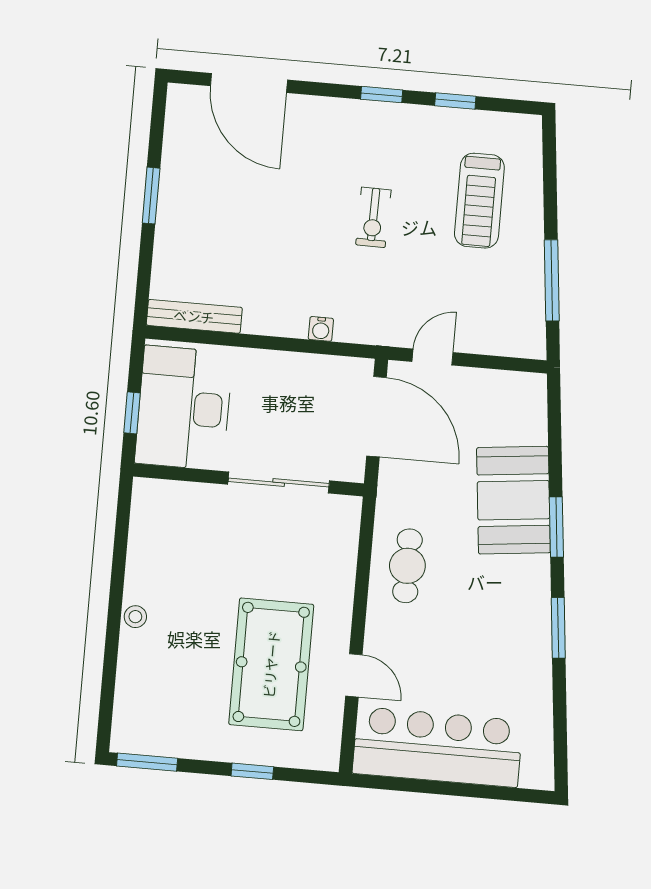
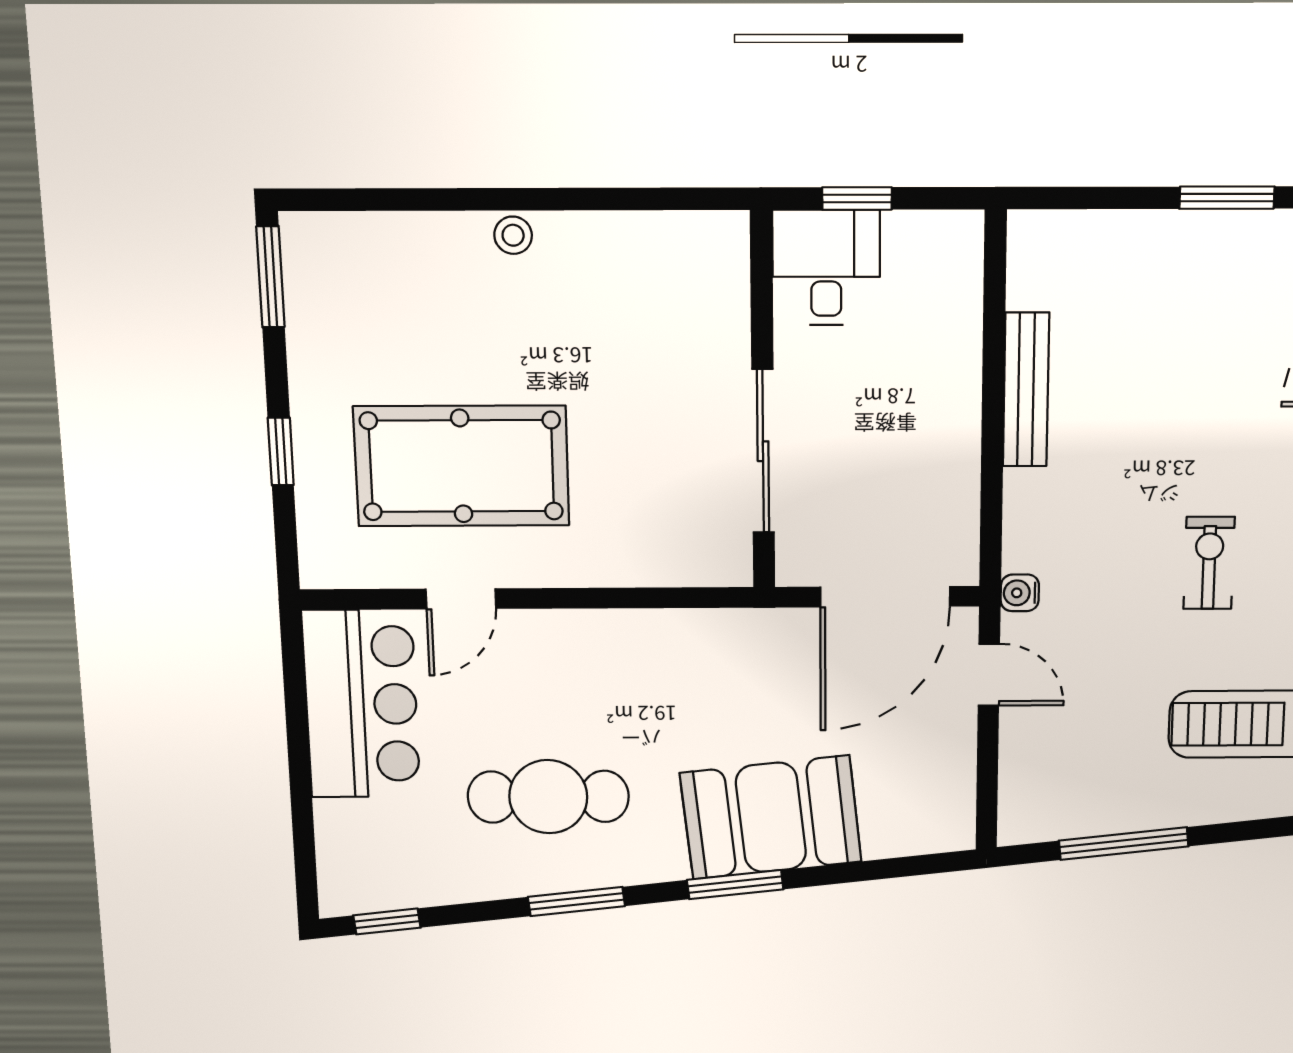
exercise bike: (373, 217) -> (1209, 563), turned 89
bench: (194, 316) -> (1026, 390), moved
water cooler: (321, 329) -> (1020, 593), moved
desk: (184, 408) -> (826, 268), width x0.53, depth x0.77
cafe table: (407, 566) -> (548, 797), moved, width x1.37, depth x1.35
bar counter: (438, 747) -> (361, 704), width x0.73
window: (561, 749) -> (387, 921), added

